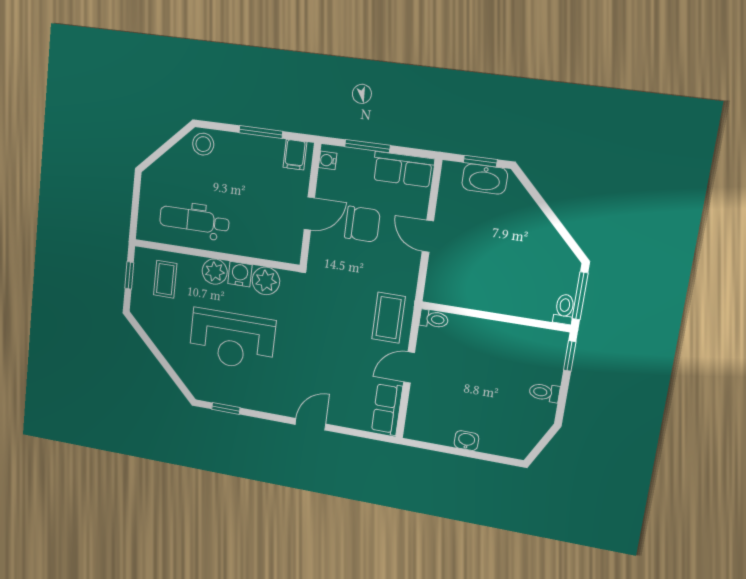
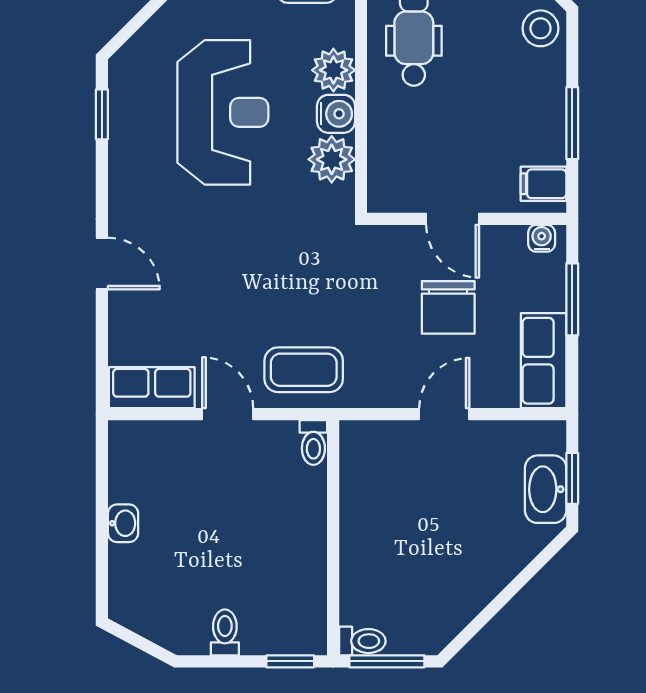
reception desk: (232, 340) -> (223, 112), turned 180

